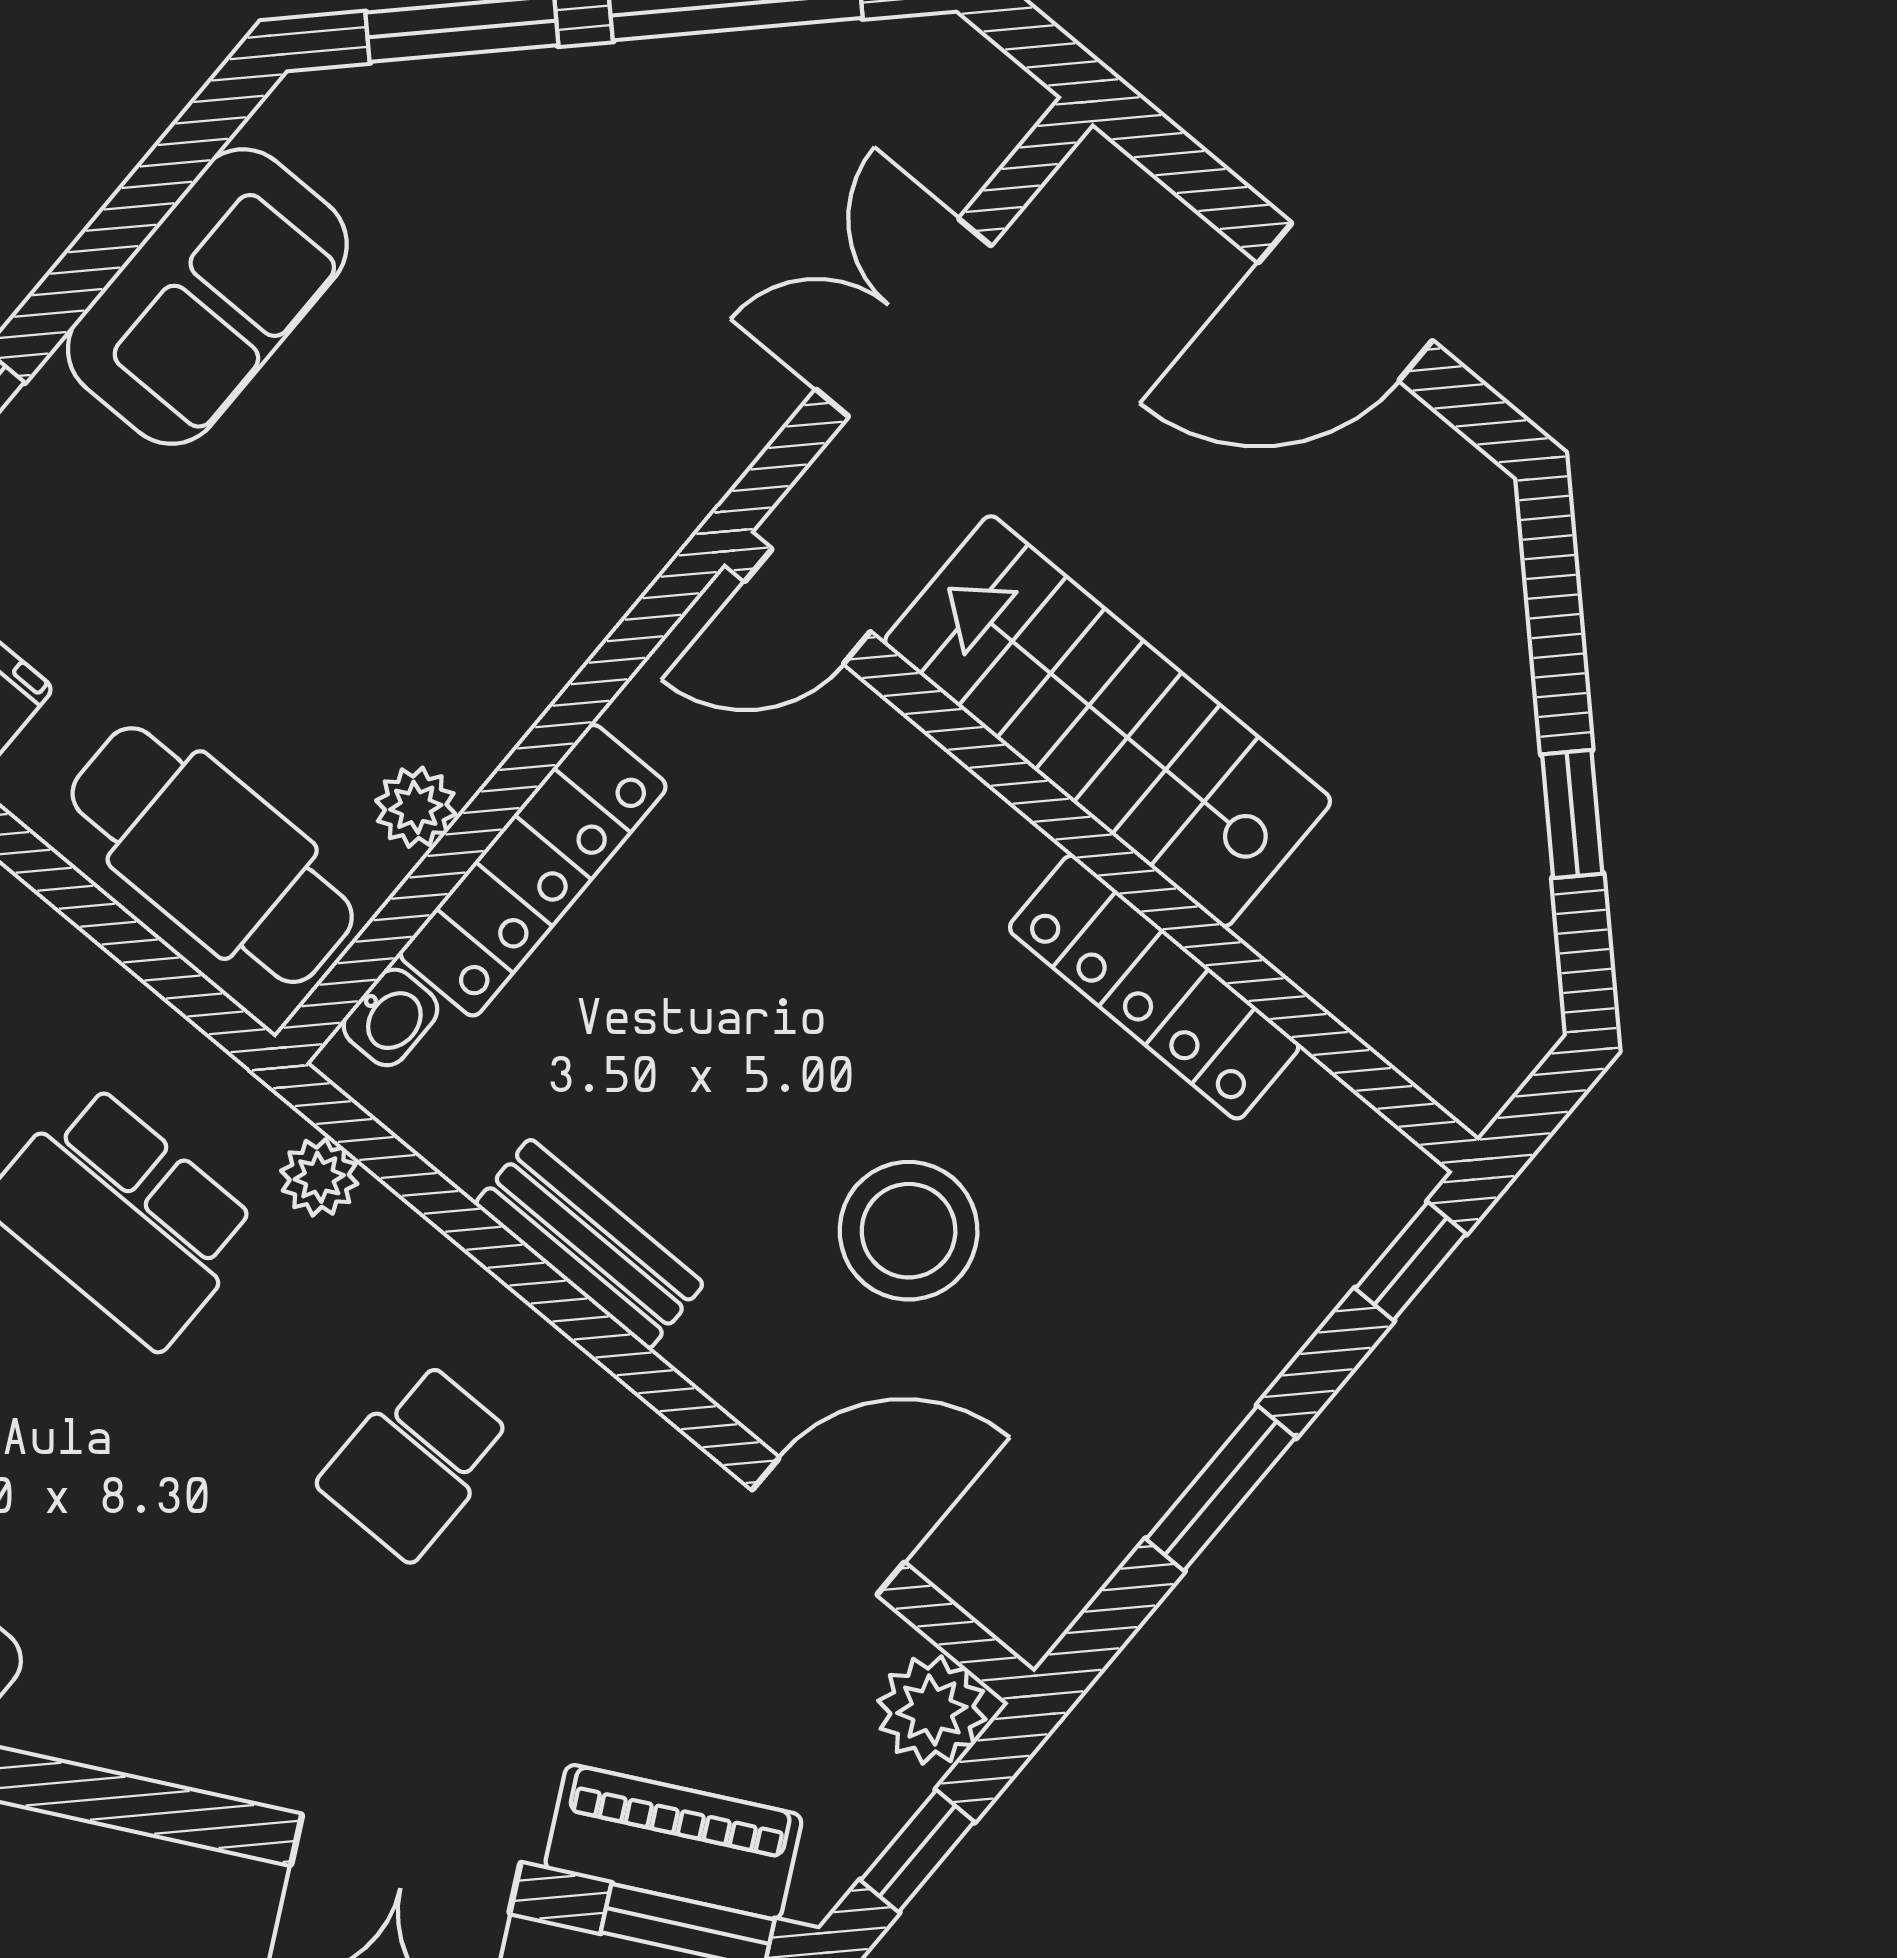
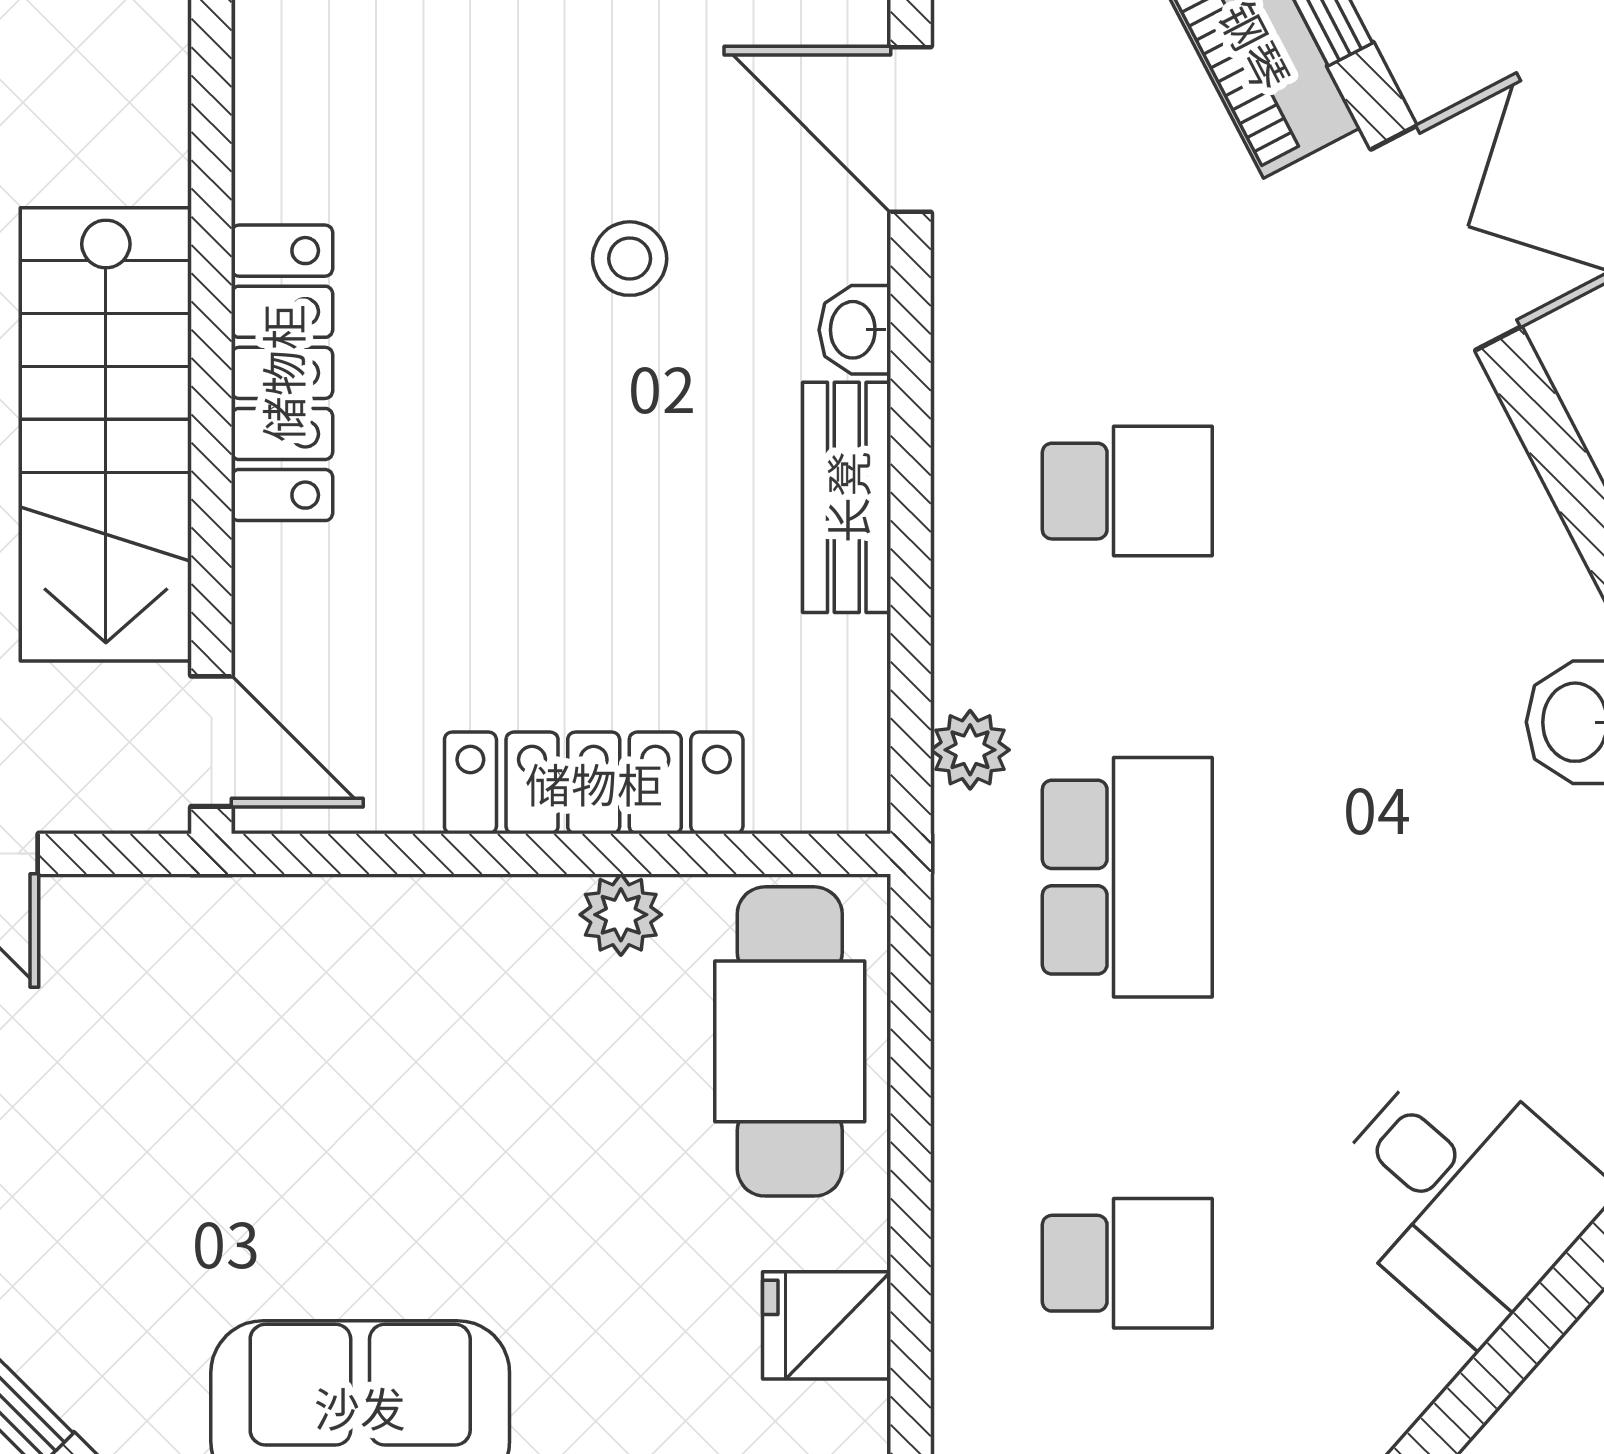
locker: (1154, 987) -> (282, 373), moved
washbasin: (391, 1017) -> (855, 330), moved, turned -90
stool: (909, 1231) -> (630, 259), width x0.53, depth x0.53

